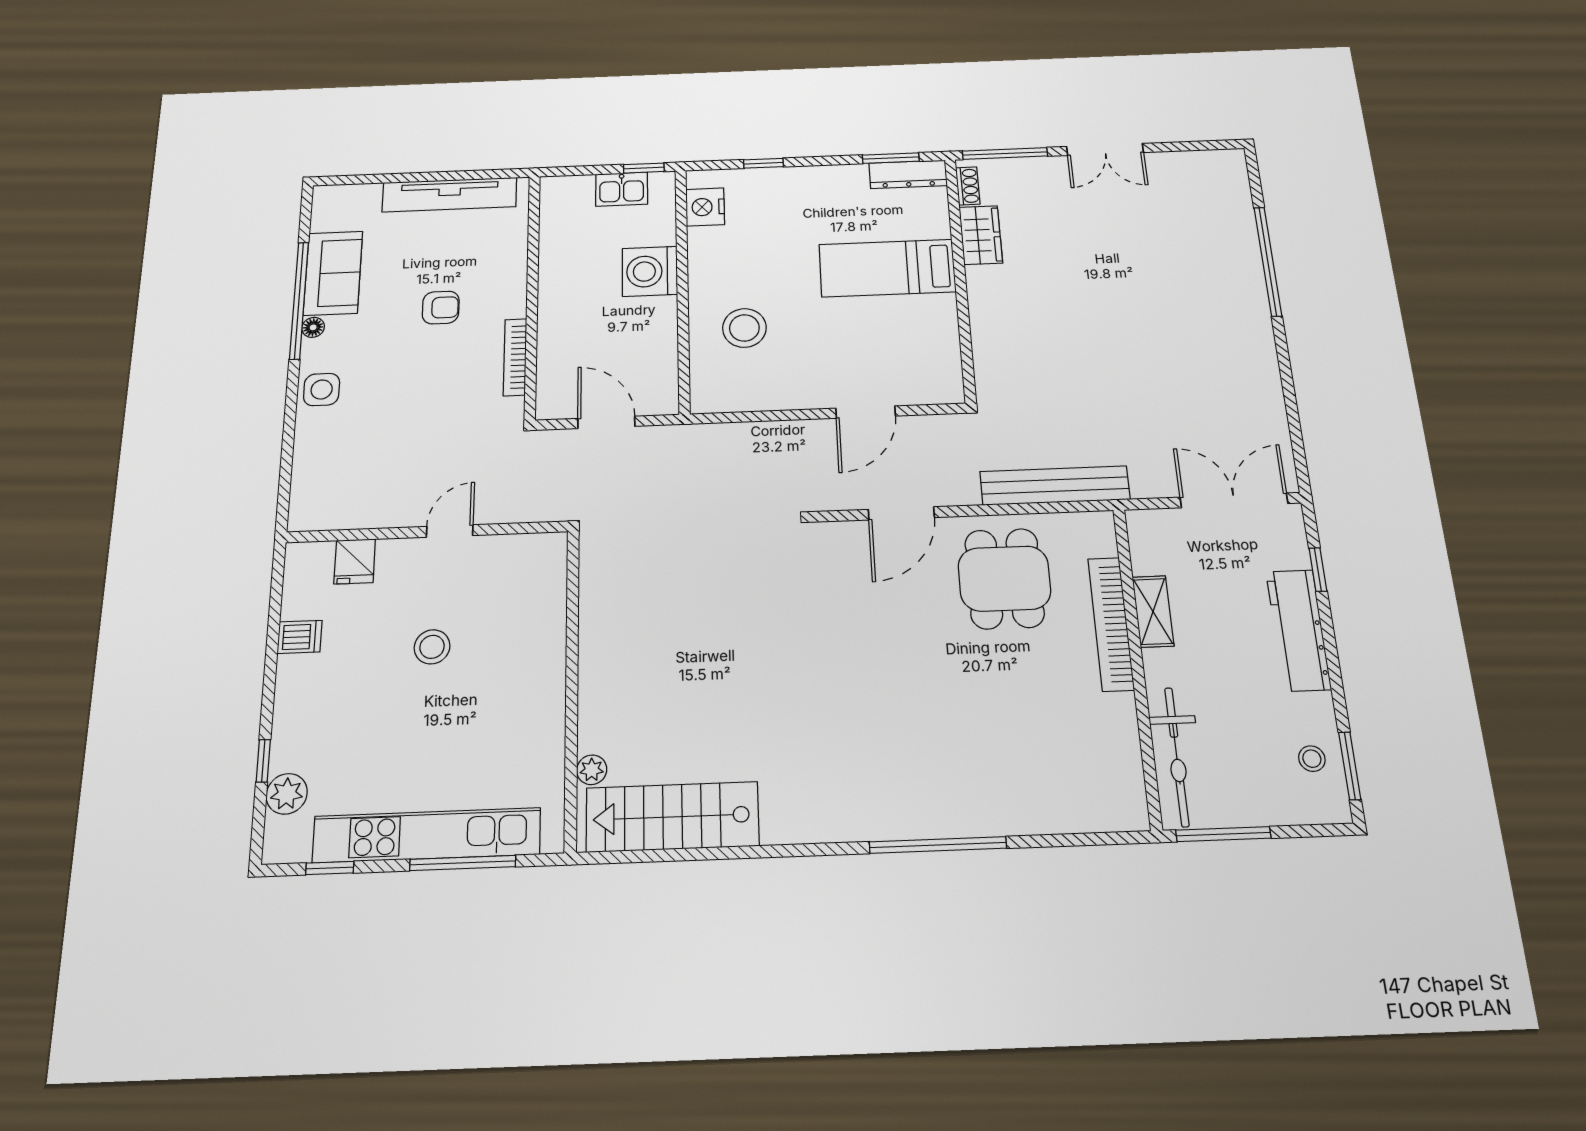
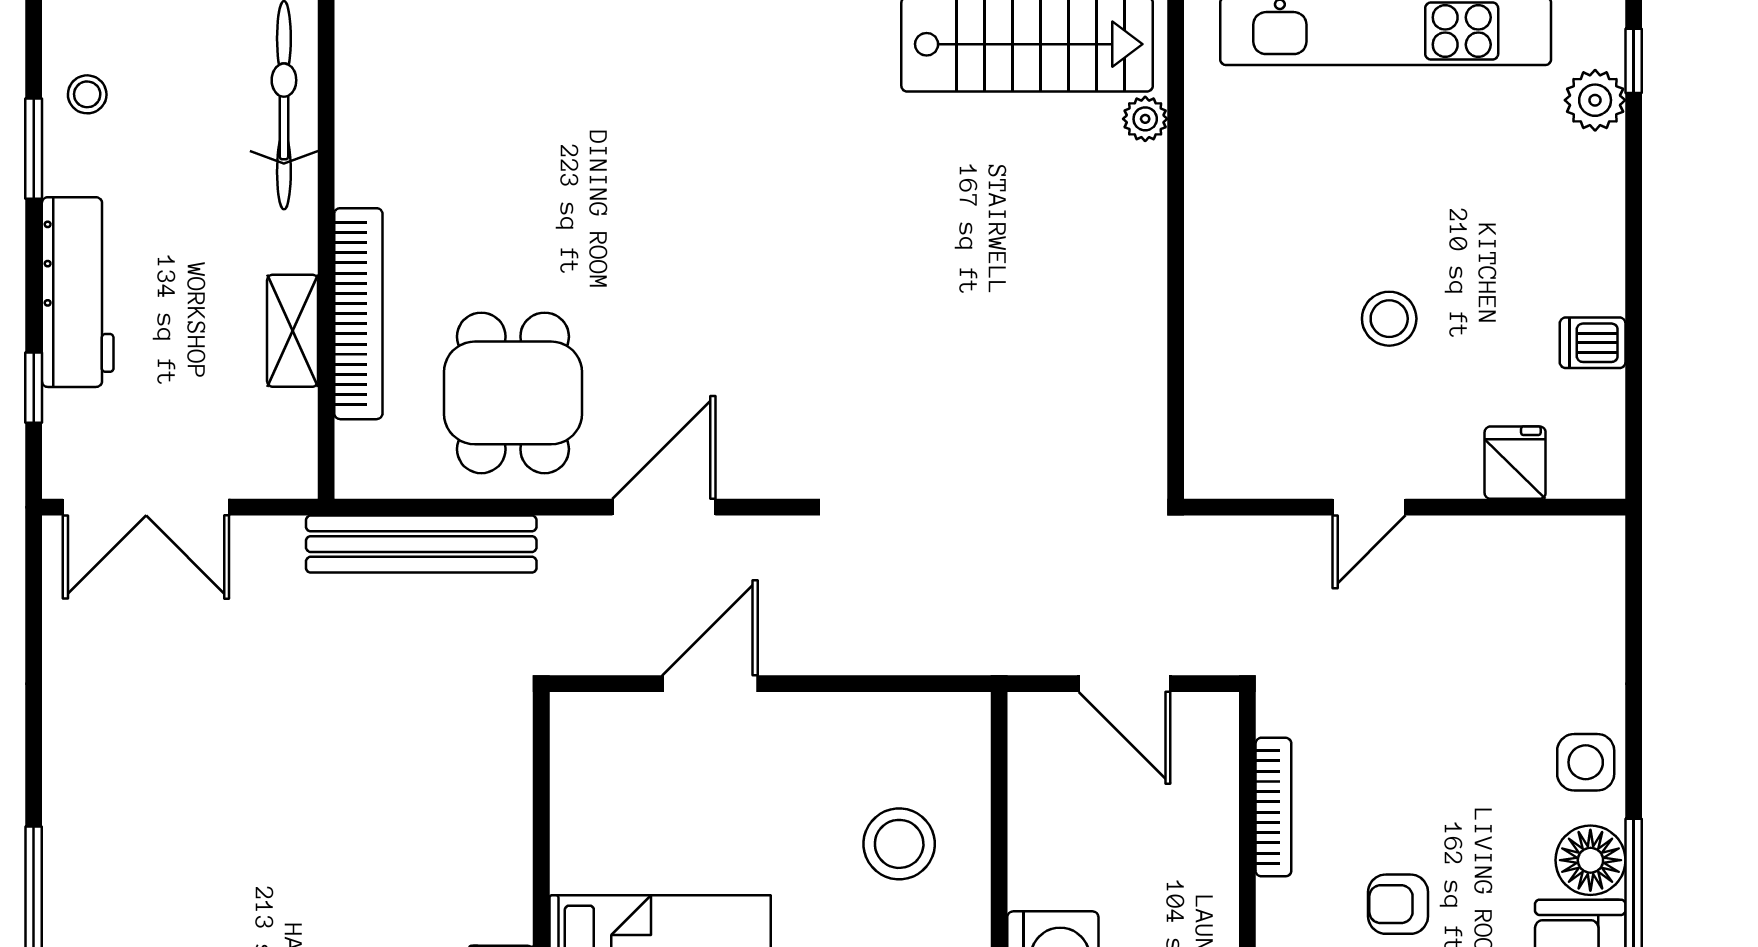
floor lamp: (313, 327) -> (1590, 860), width x1.89, depth x1.89
window: (263, 761) -> (1634, 61), moved
window: (1350, 766) -> (34, 149), moved

